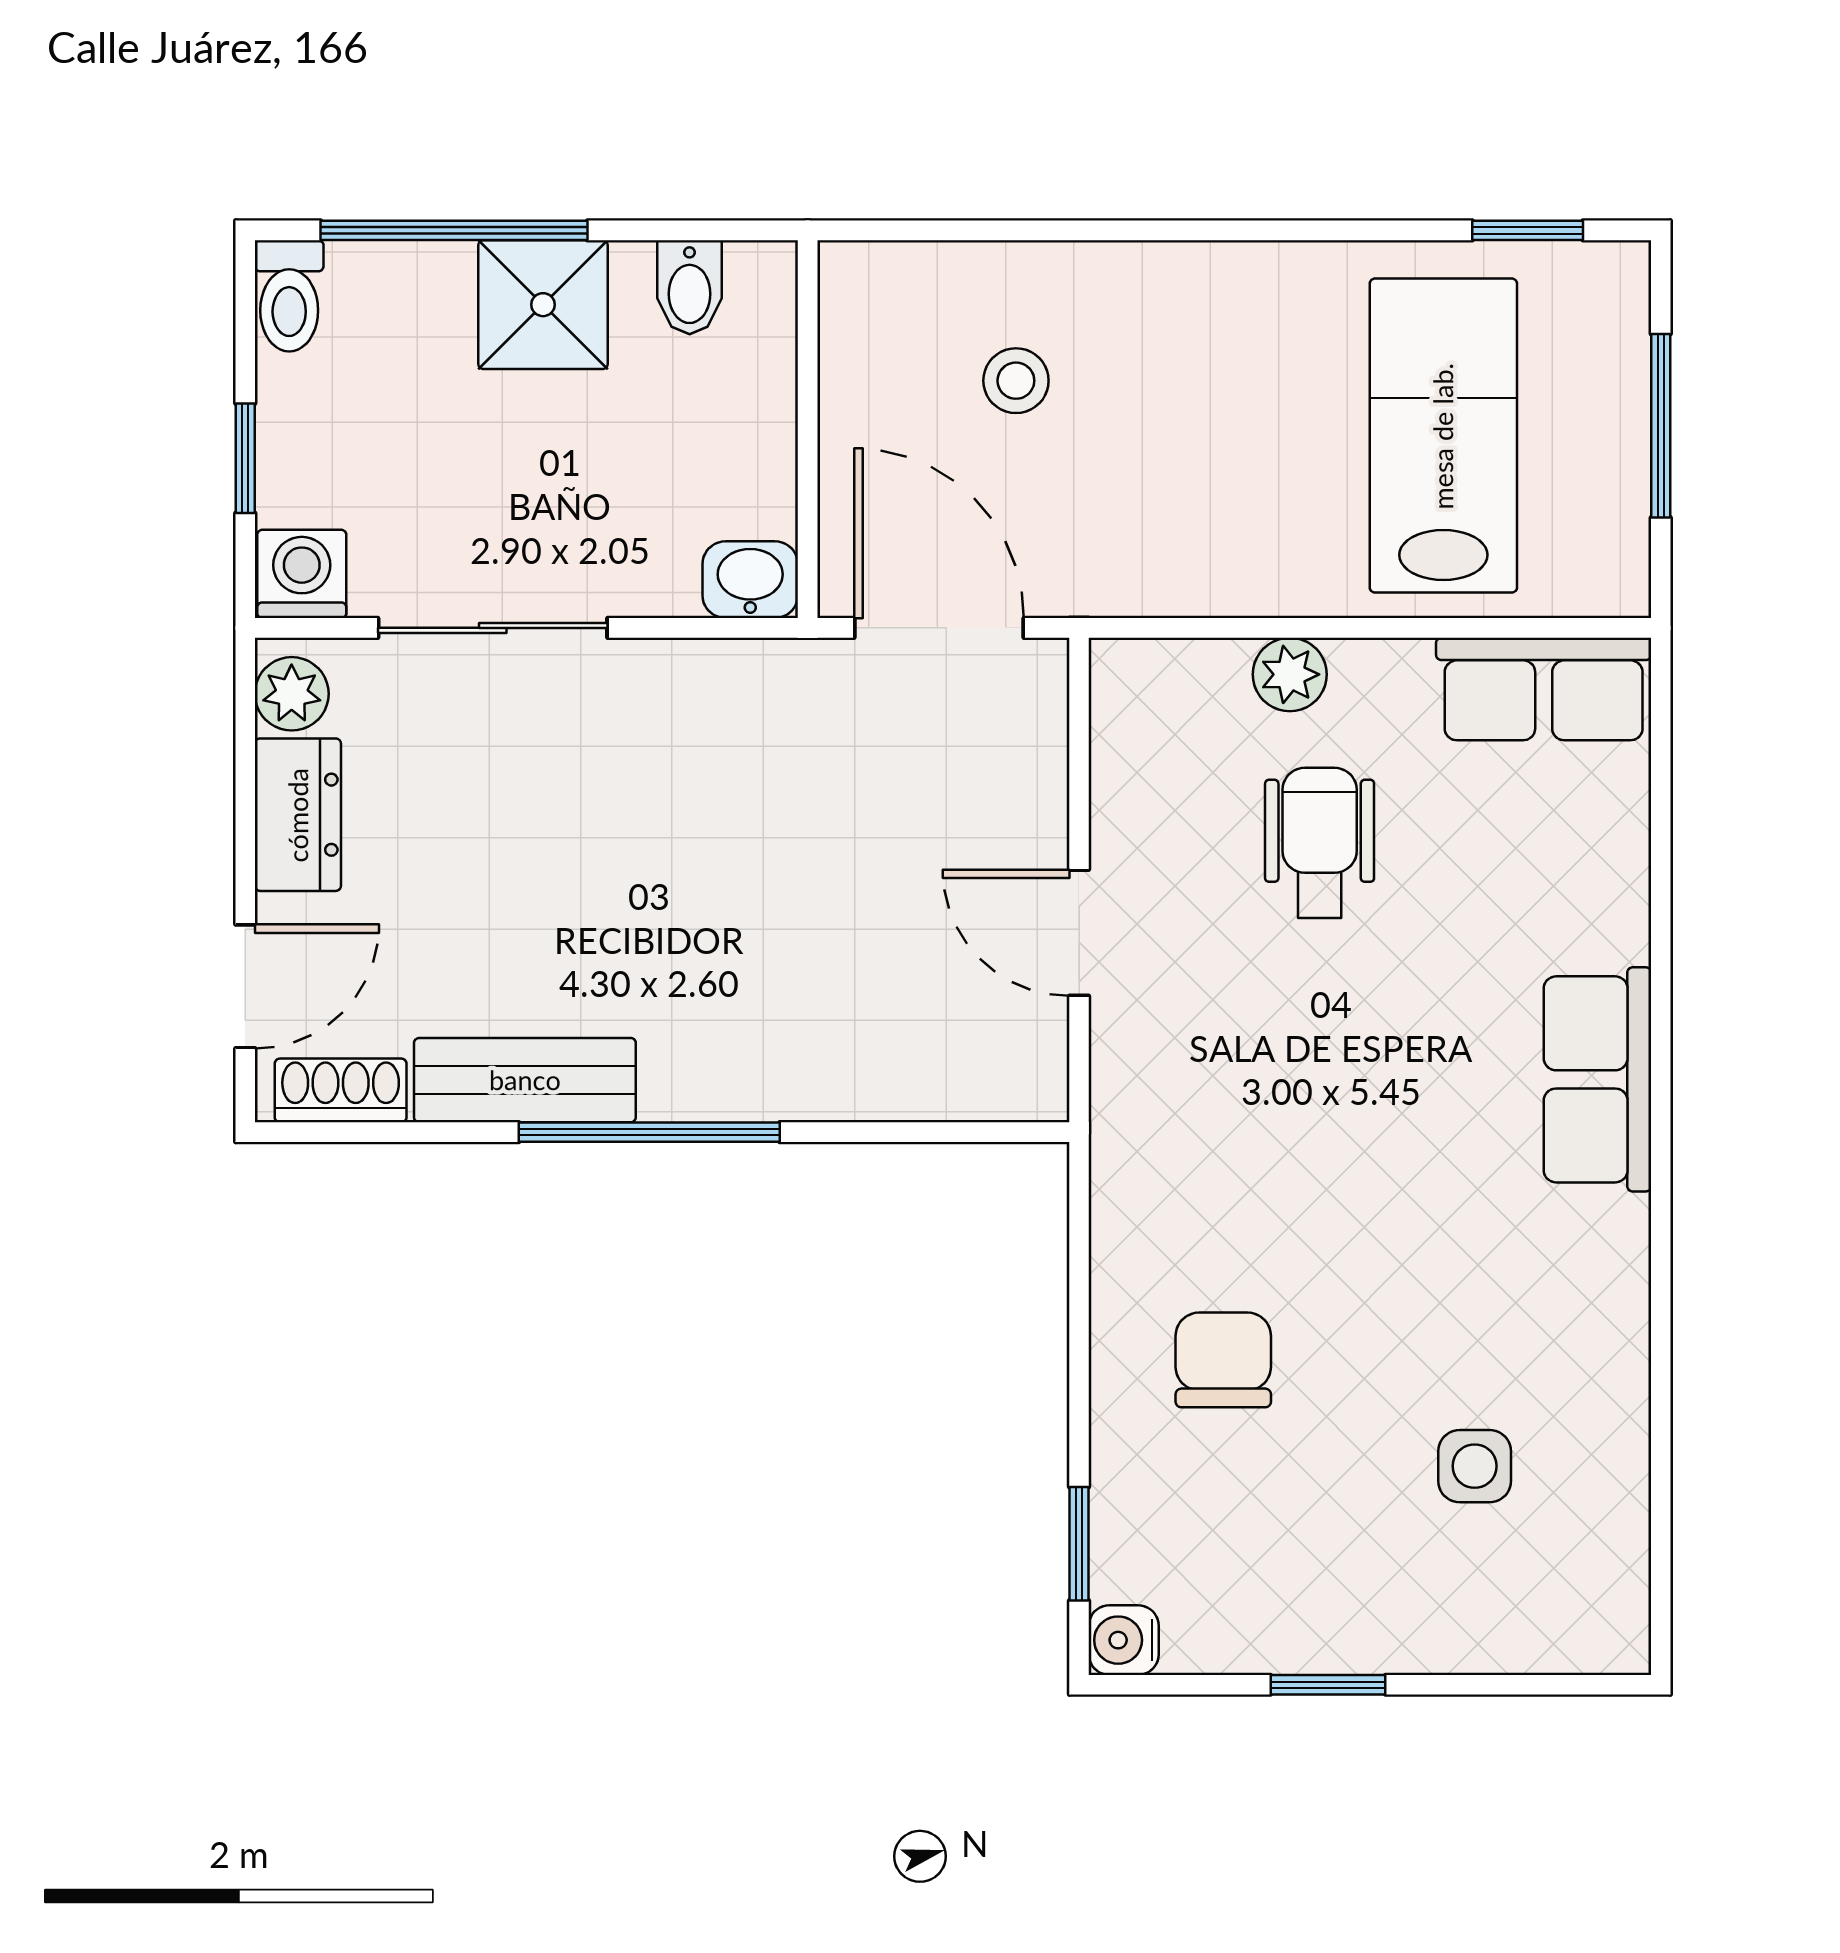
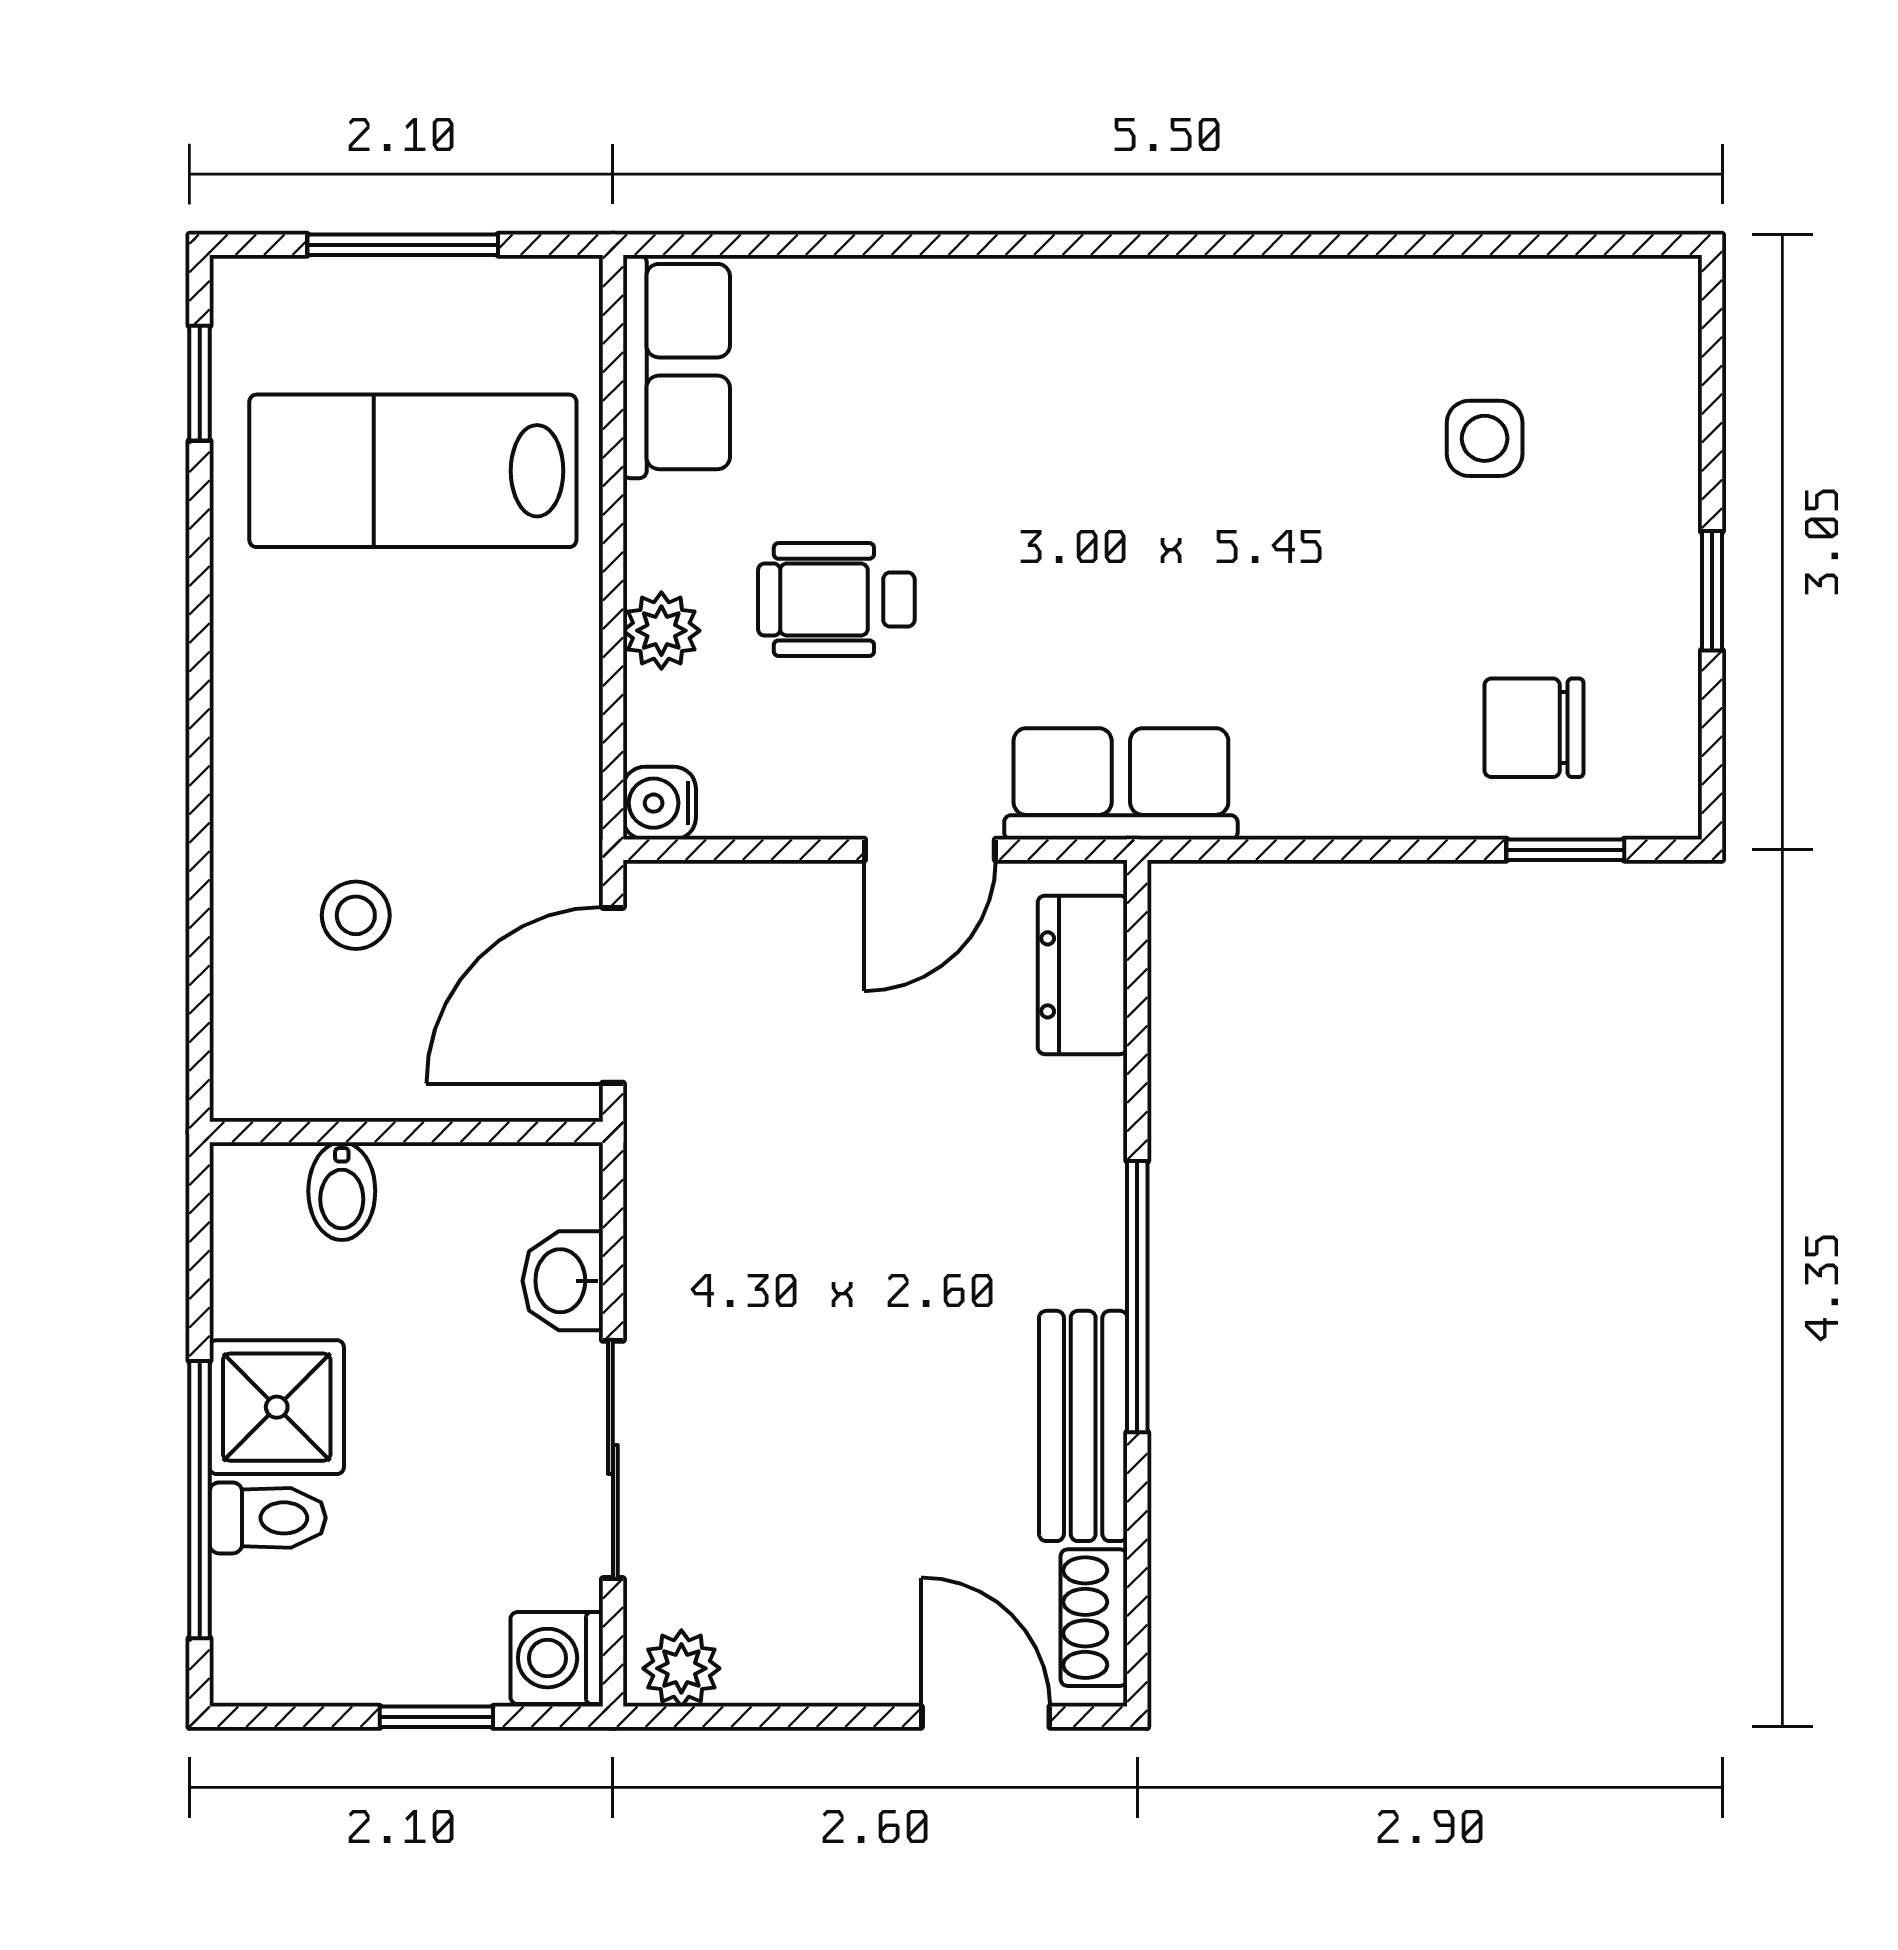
bidet: (690, 287) -> (342, 1191), moved, turned 90
toilet: (289, 296) -> (268, 1518), moved
washbasin: (750, 580) -> (563, 1281), moved
dresser: (298, 815) -> (1082, 975), moved, turned -90
row of seats: (1597, 1079) -> (1121, 784), moved, turned 180
chair: (1223, 1360) -> (1534, 728), moved
water cooler: (1124, 1640) -> (659, 803), moved, turned 90

